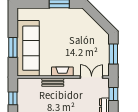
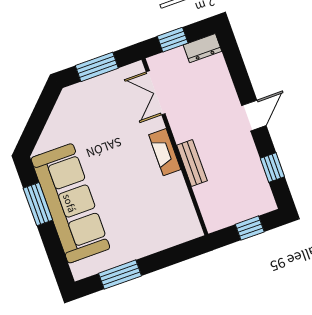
window: (13, 47) -> (120, 275), moved
sofa: (28, 48) -> (70, 203), moved, turned 90

